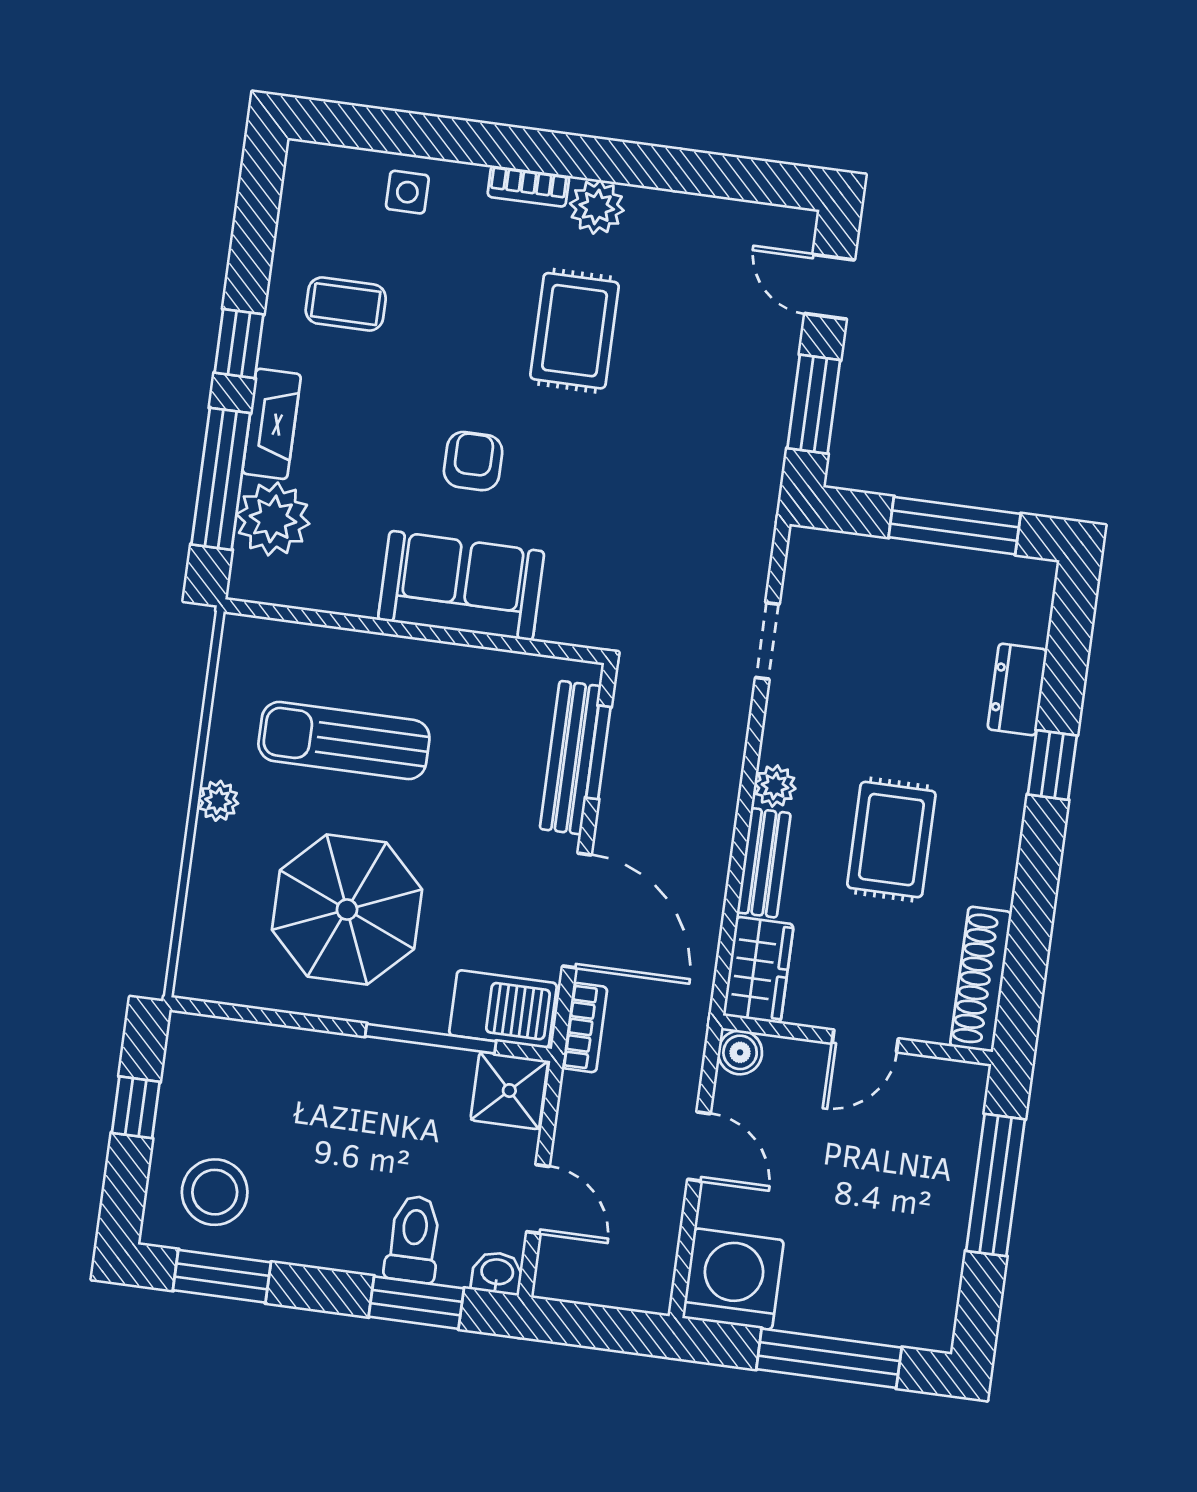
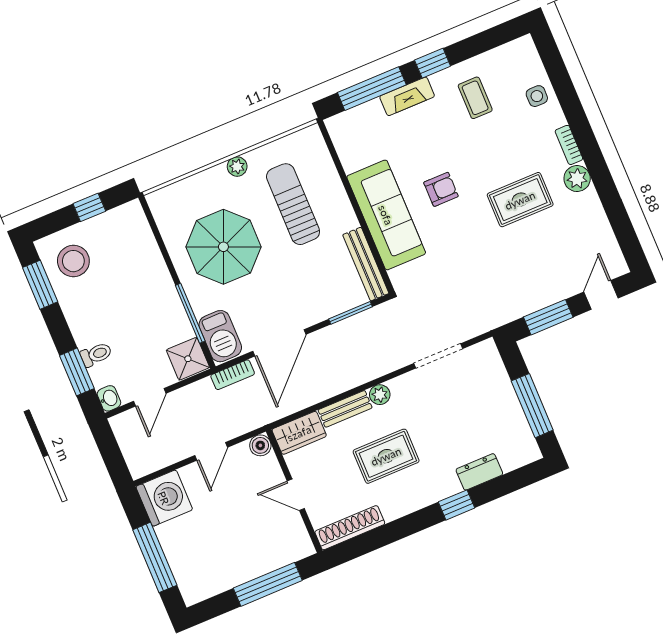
plant: (273, 519) -> (368, 120), removed
sofa: (461, 586) -> (386, 215), width x1.36
doorway: (767, 641) -> (438, 356), width x1.38
bench: (570, 758) -> (366, 264), moved, turned 90
toilet: (414, 1239) -> (96, 354), width x0.73, depth x0.72

